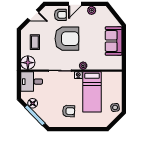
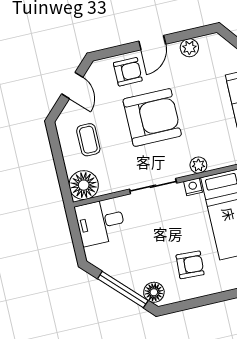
door: (33, 15) -> (72, 85), hinge flipped
floor lamp: (33, 103) -> (154, 292), moved

